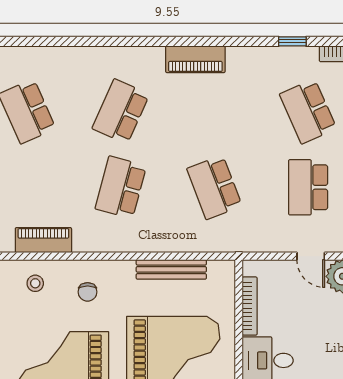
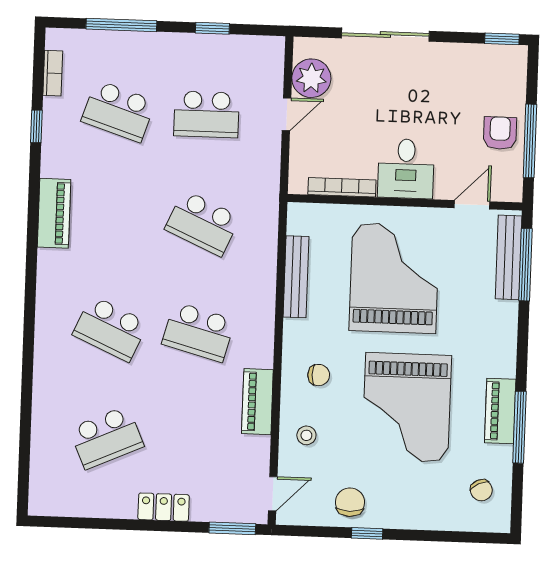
piano: (195, 59) -> (54, 213), moved
school desk: (308, 111) -> (118, 111), turned 42
school desk: (214, 187) -> (203, 223), turned 45
piano: (43, 240) -> (257, 402), moved

